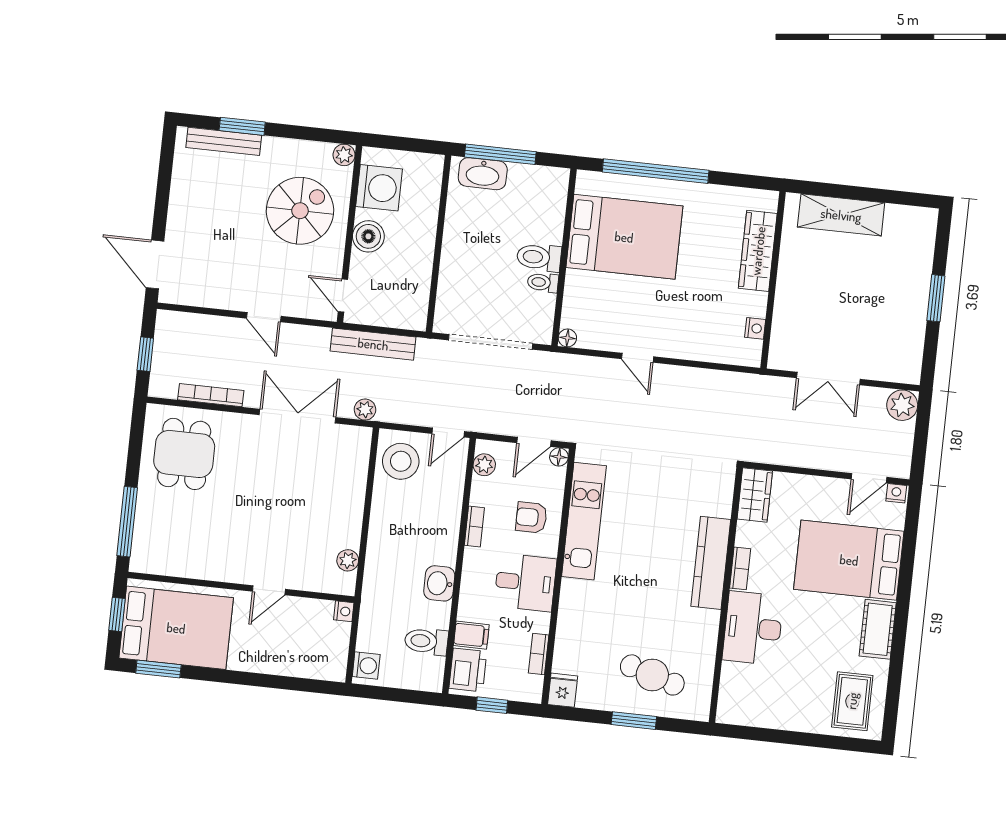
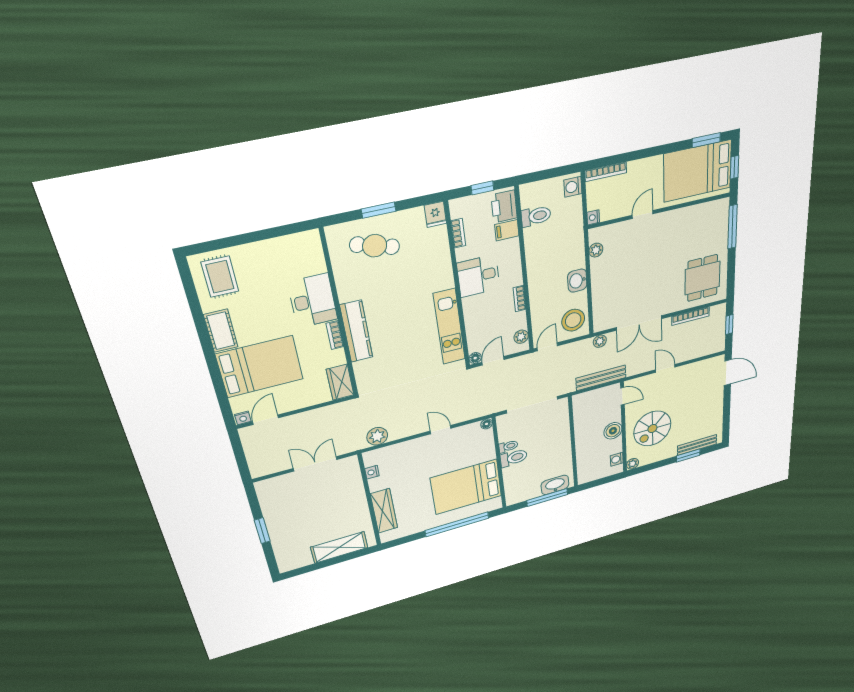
washing machine: (379, 188) -> (617, 459), width x0.53, depth x0.53
plant: (902, 405) -> (377, 436), moved
armchair: (531, 517) -> (484, 317), removed
washbasin: (439, 583) -> (577, 281), moved, turned 180
bookcase: (315, 671) -> (606, 172), added

